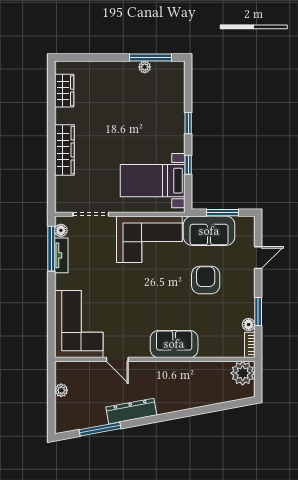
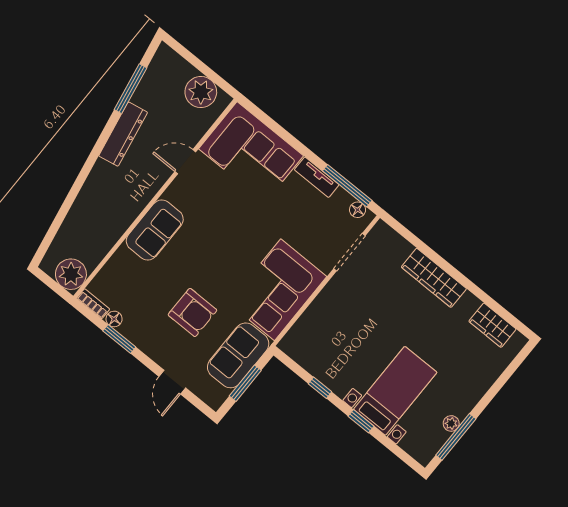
bed with nightstands: (153, 181) -> (395, 391), moved
tv unit: (61, 255) -> (317, 177), moved
plant: (61, 390) -> (201, 92), width x1.88, depth x1.88

